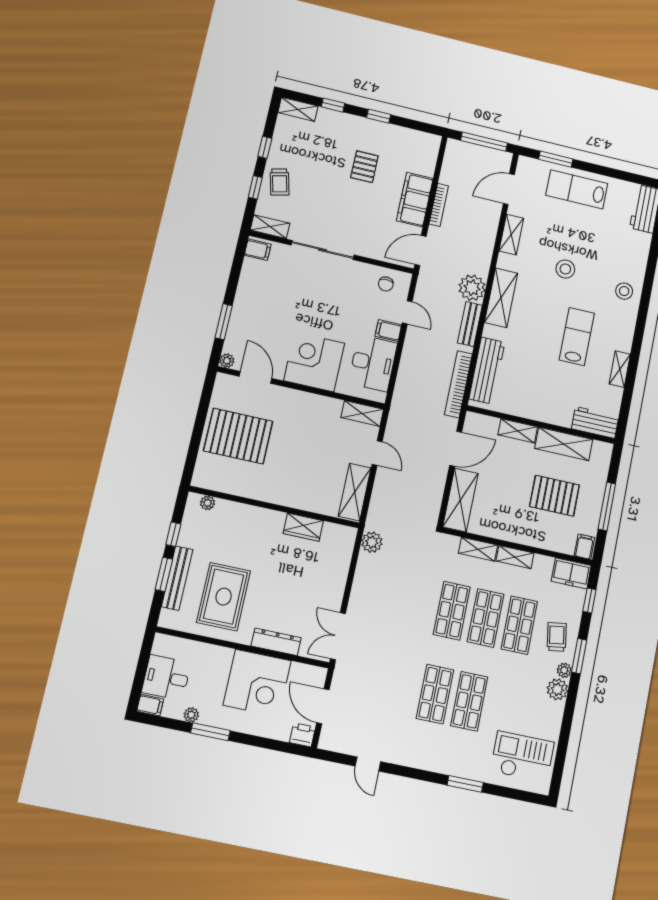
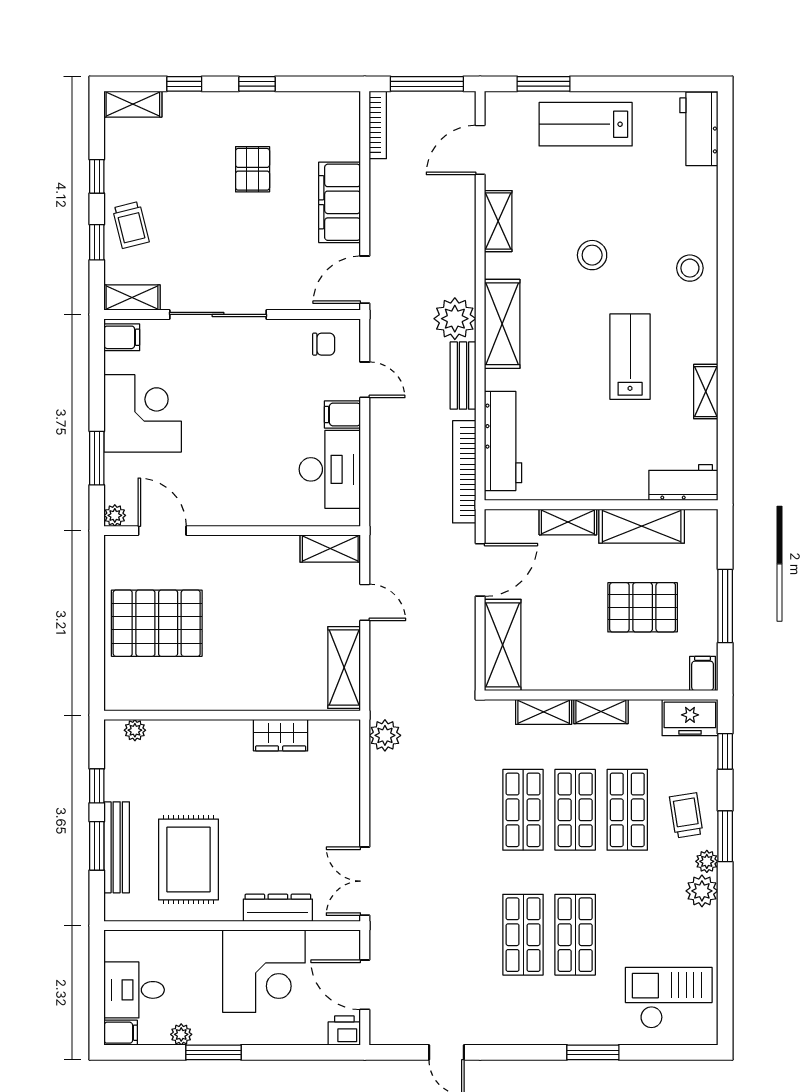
bookcase: (439, 205) -> (378, 125), moved
chair: (386, 284) -> (324, 344), turned -90
corner desk: (314, 362) -> (143, 413), moved, turned 90

